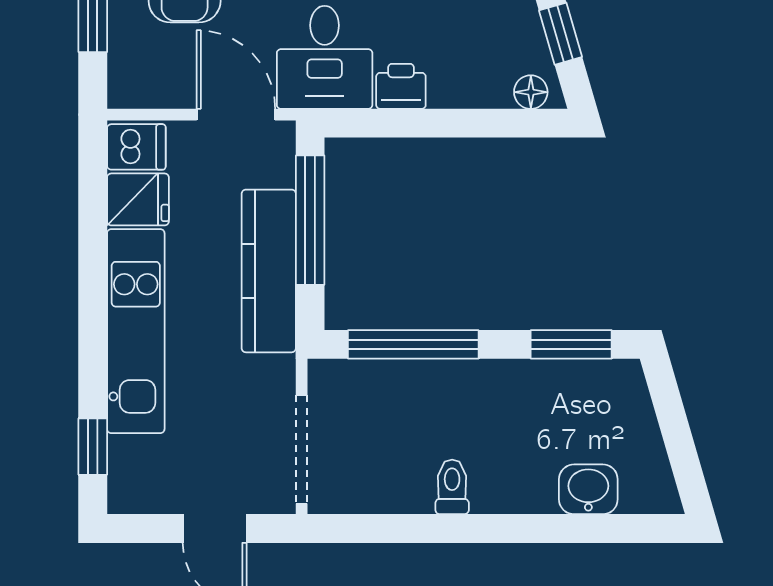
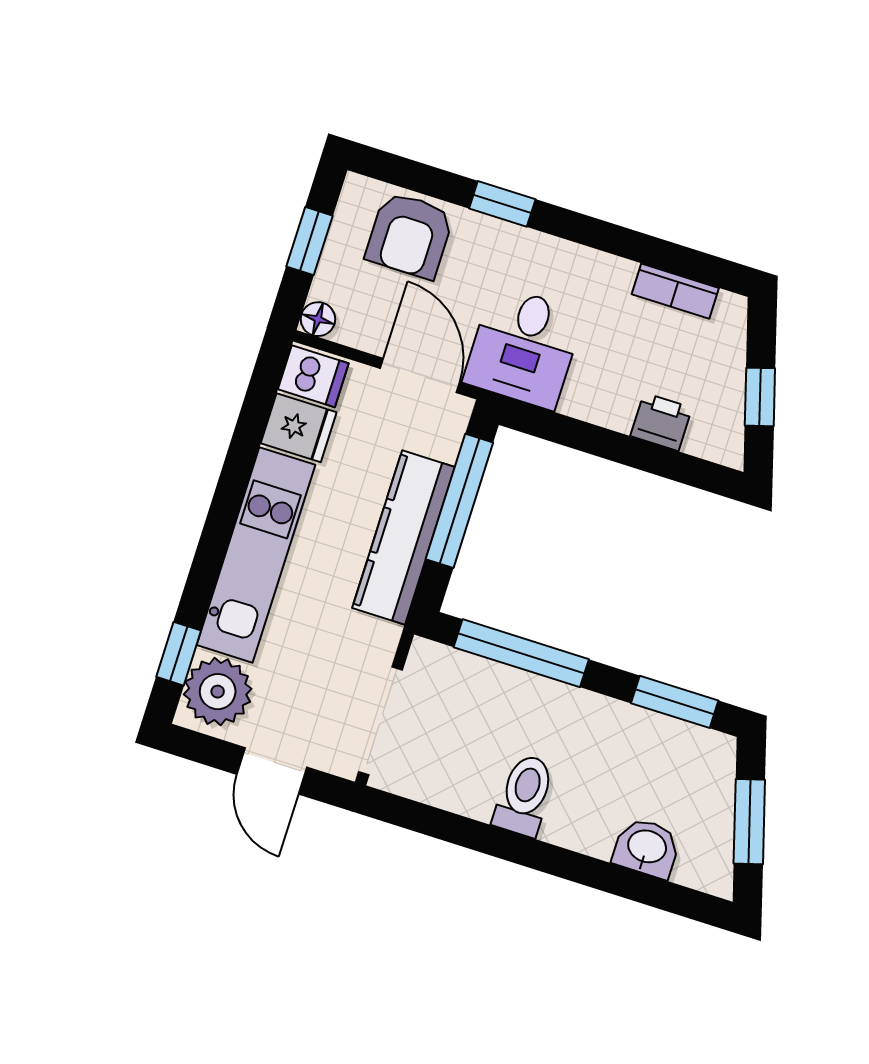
printer: (401, 86) -> (661, 422), moved
floor lamp: (531, 92) -> (318, 319), moved
window: (677, 434) -> (749, 822), added
plant: (140, 470) -> (218, 692), added
toilet: (452, 487) -> (524, 795), width x1.37, depth x1.39

